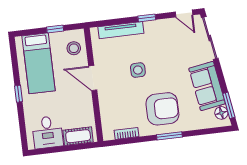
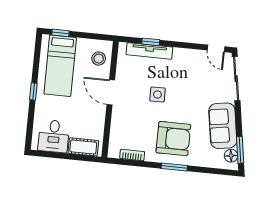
window: (147, 18) -> (151, 42), moved
window: (55, 29) -> (61, 33), moved

